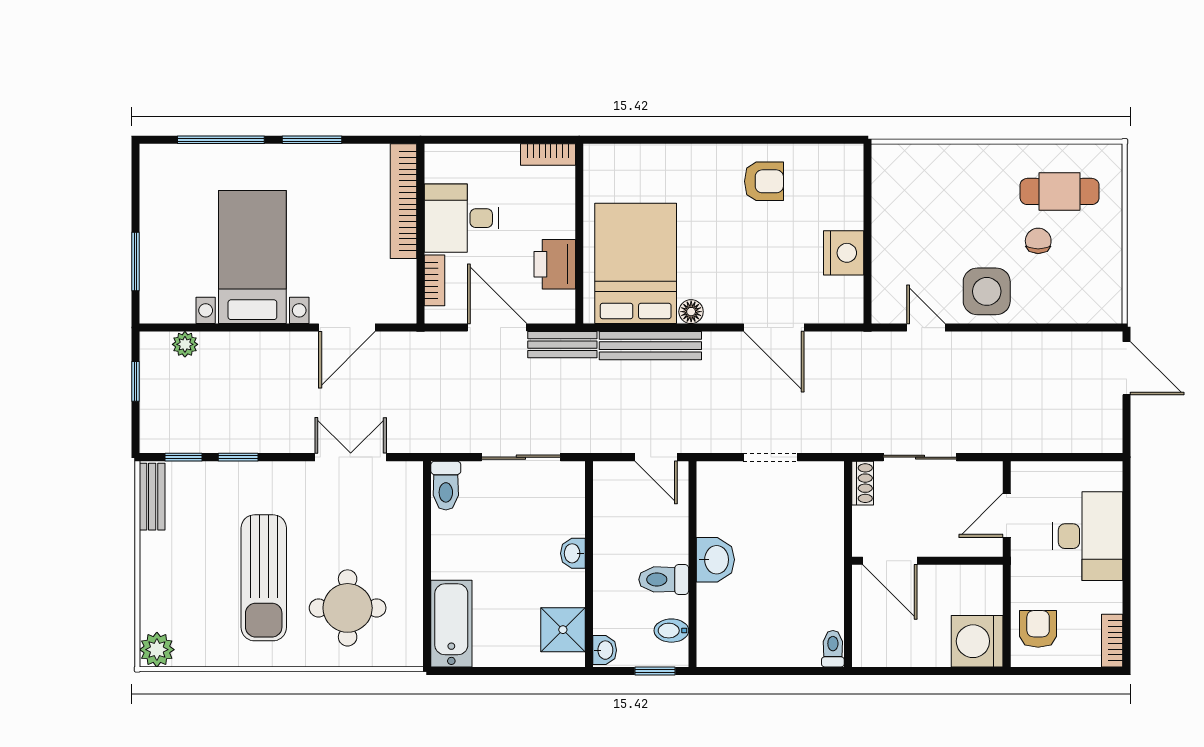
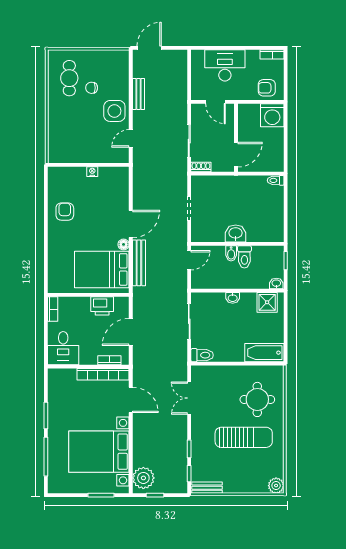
bookcase: (404, 201) -> (103, 374), moved
desk: (461, 218) -> (63, 348), moved
nightstand: (844, 253) -> (92, 172), width x0.53, depth x0.56
bed with nightstands: (252, 257) -> (99, 452), width x1.36
door: (774, 328) -> (131, 224), moved
plant: (185, 344) -> (143, 478), width x1.87, depth x1.87
bench: (562, 345) -> (138, 94), moved
bidet: (671, 631) -> (231, 253), moved

